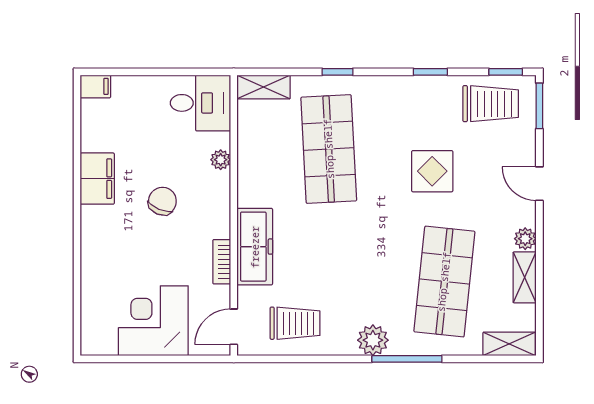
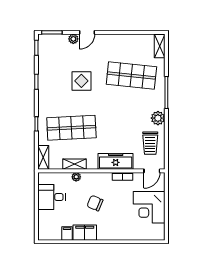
filing cabinet: (95, 86) -> (67, 233), moved
desk: (200, 103) -> (52, 197), moved, turned -90
trolley: (491, 104) -> (51, 54), removed
plant: (525, 239) -> (73, 39), moved
shelving: (525, 277) -> (74, 164), moved
trolley: (295, 323) -> (150, 143), turned 180
door: (234, 327) -> (152, 171), hinge flipped
plant: (373, 340) -> (158, 118), moved

